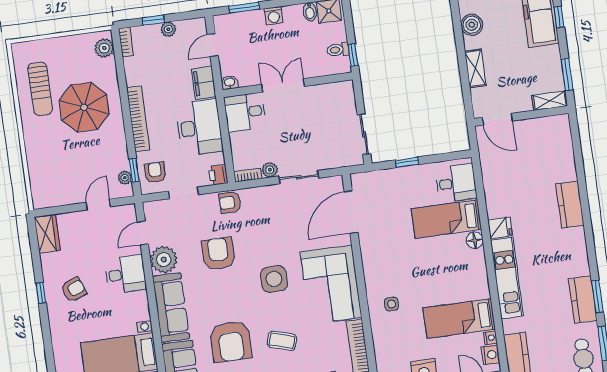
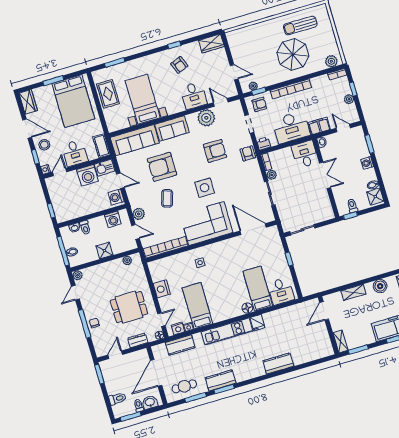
sofa: (171, 308) -> (172, 128), width x0.73

